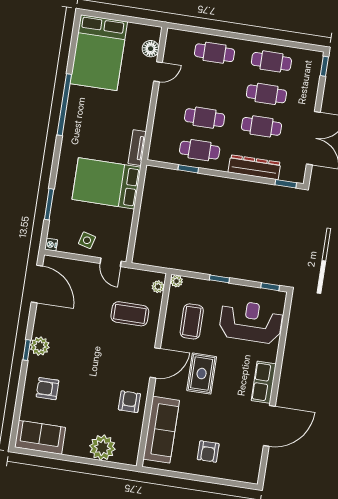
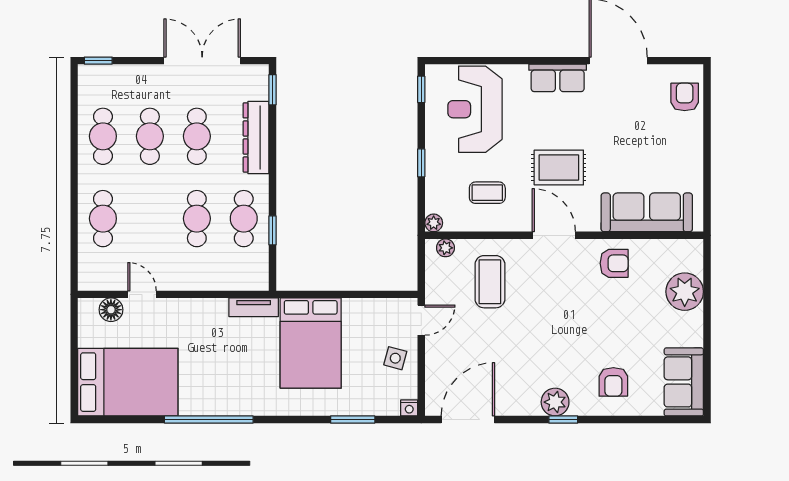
coffee table: (192, 321) -> (487, 193), width x0.73, depth x0.77
armchair: (129, 402) -> (614, 263), turned 180
armchair: (208, 452) -> (685, 97), moved, turned -90

